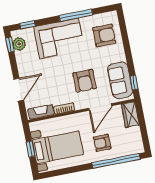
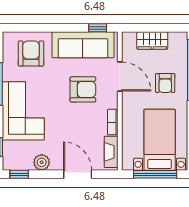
plant: (19, 44) -> (42, 162), moved
sofa: (120, 80) -> (83, 45), width x1.36
wardrobe: (130, 115) -> (152, 41), moved
window: (31, 149) -> (155, 174), width x2.17

